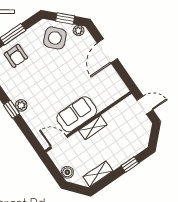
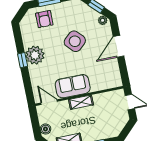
side table: (55, 38) -> (75, 41), moved
plant: (21, 106) -> (35, 55), width x1.87, depth x1.87

